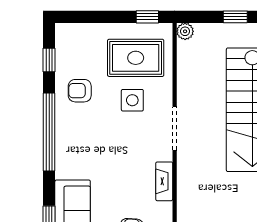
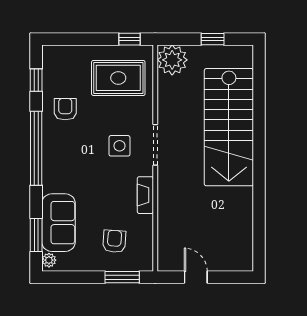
plant: (185, 31) -> (172, 60), width x1.88, depth x1.88
armchair: (80, 91) -> (65, 109), turned 90
side table: (132, 100) -> (119, 146), moved

